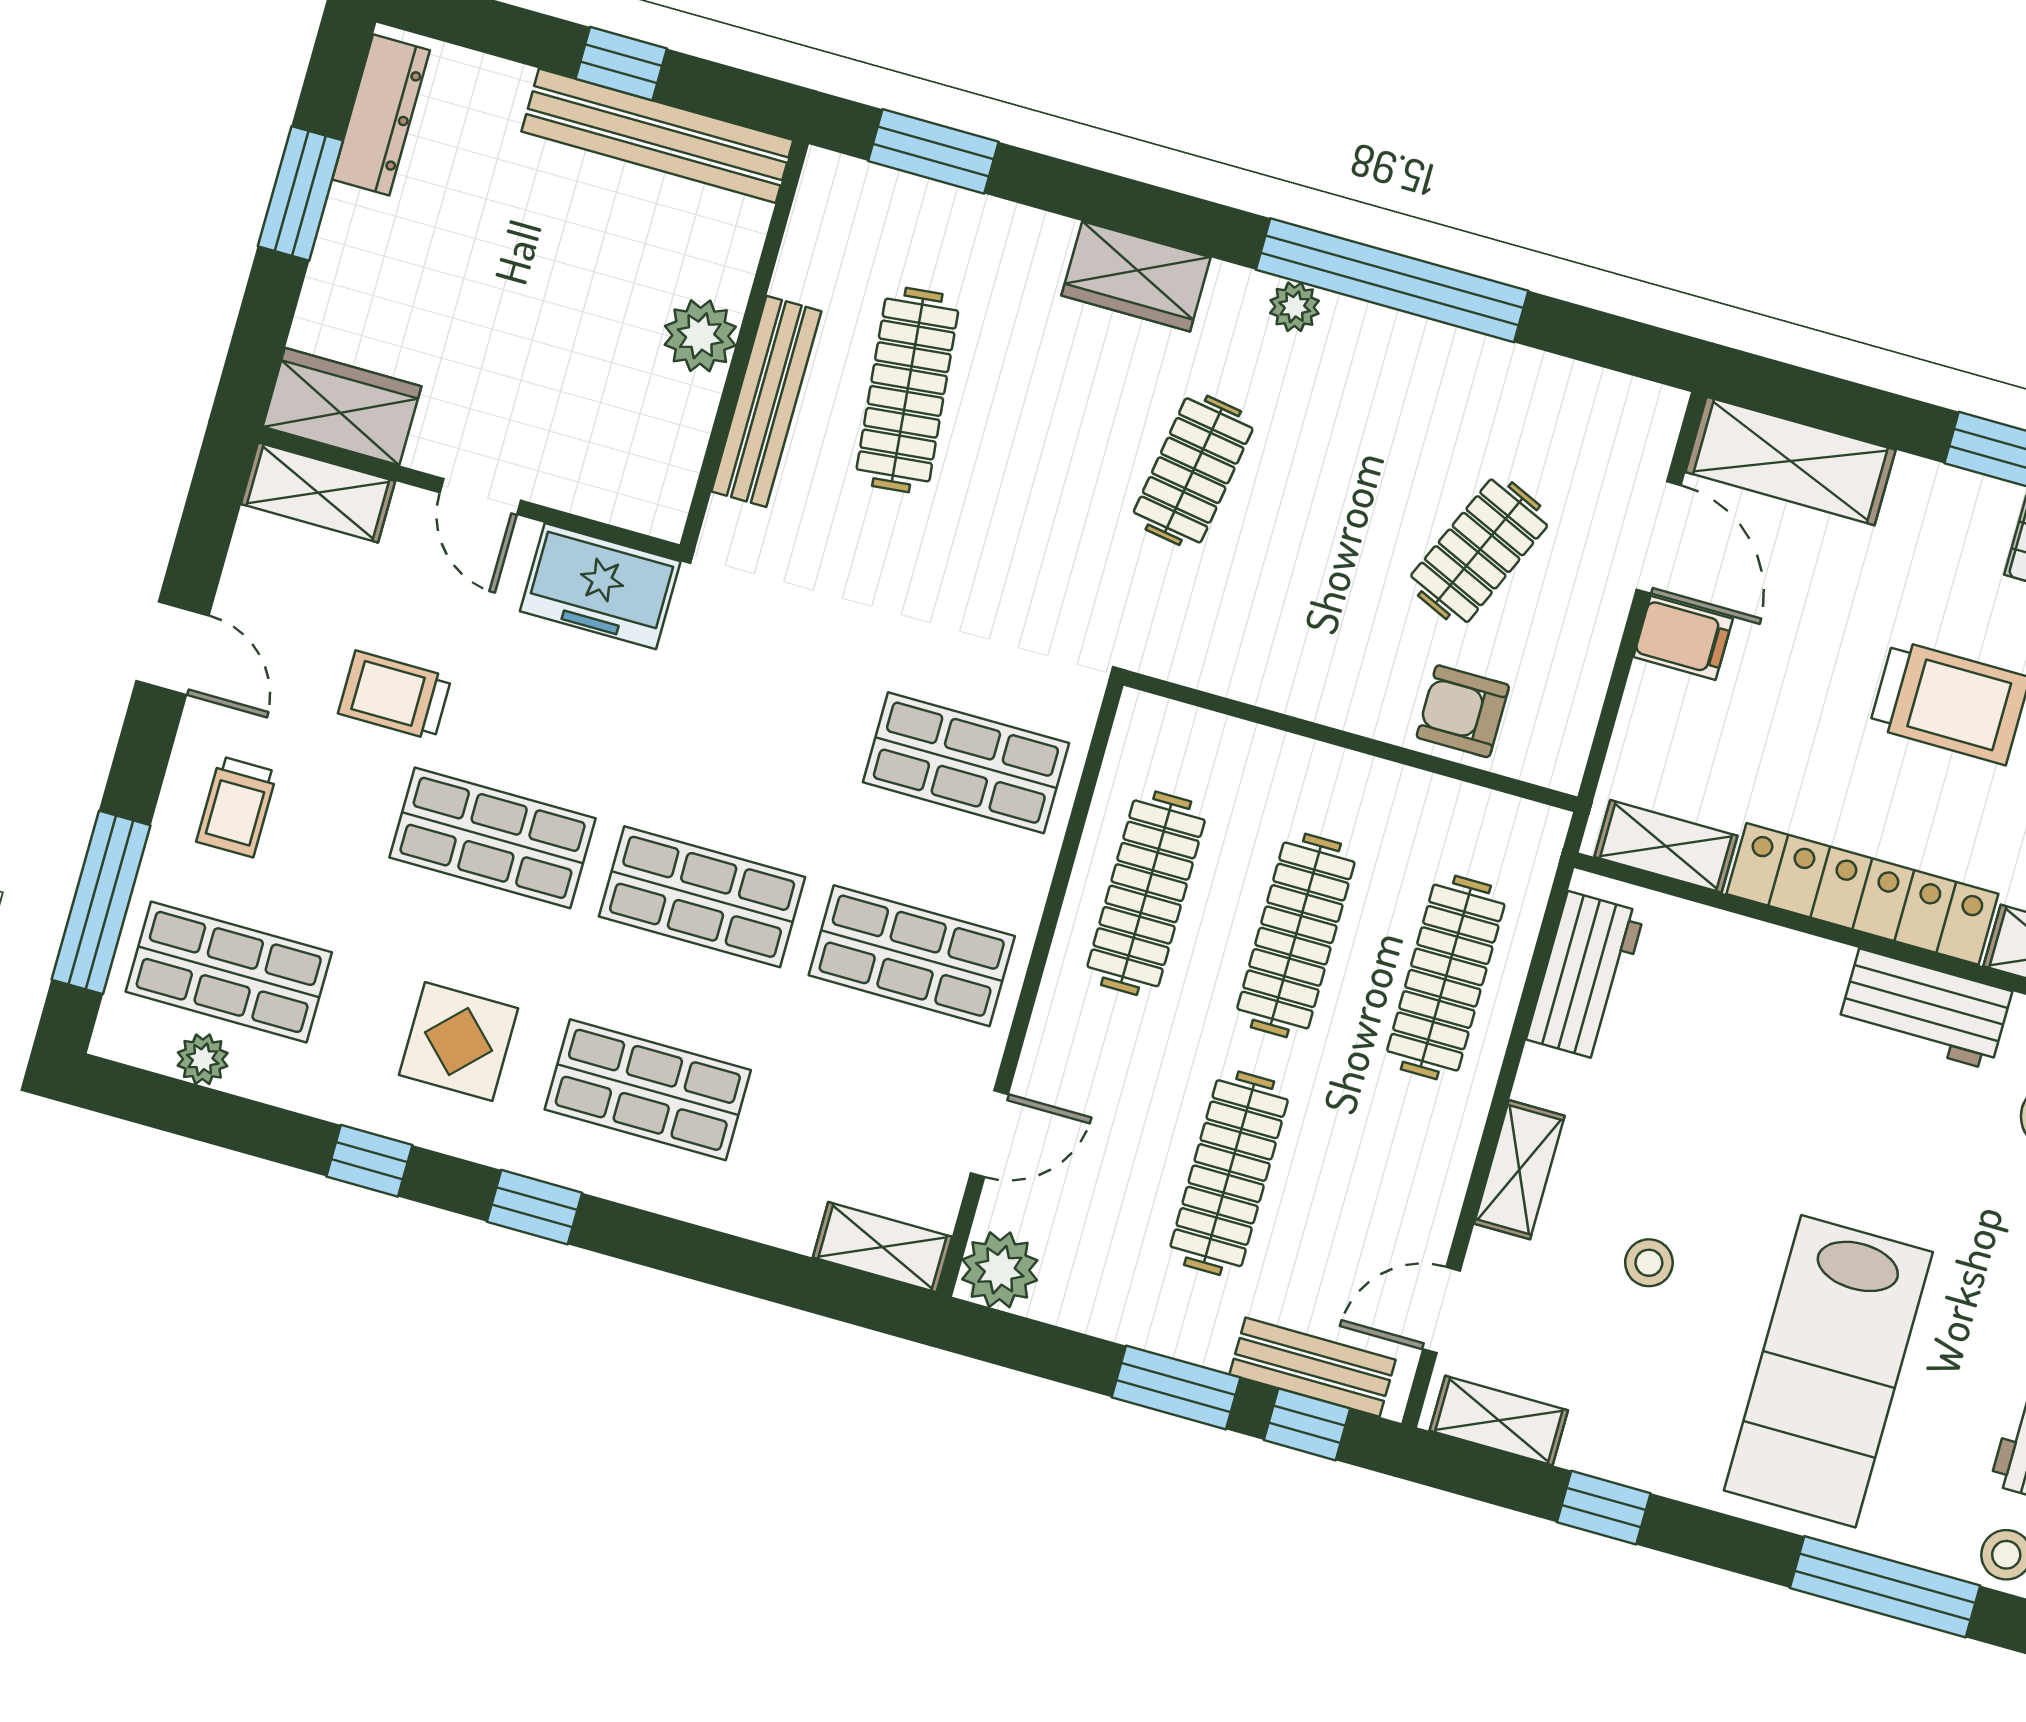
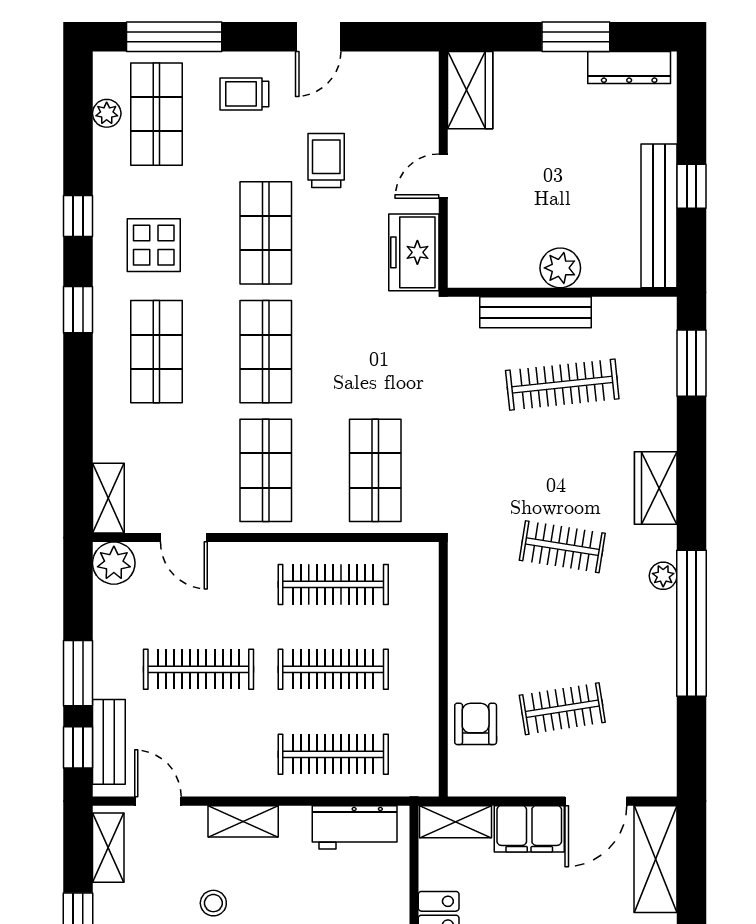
shelving: (318, 492) -> (421, 90), removed
clothes rail: (1479, 551) -> (562, 709), turned -33
filing cabinet: (1683, 638) -> (529, 829), width x2.00
shelving: (1666, 846) -> (455, 822), moved, turned 90

